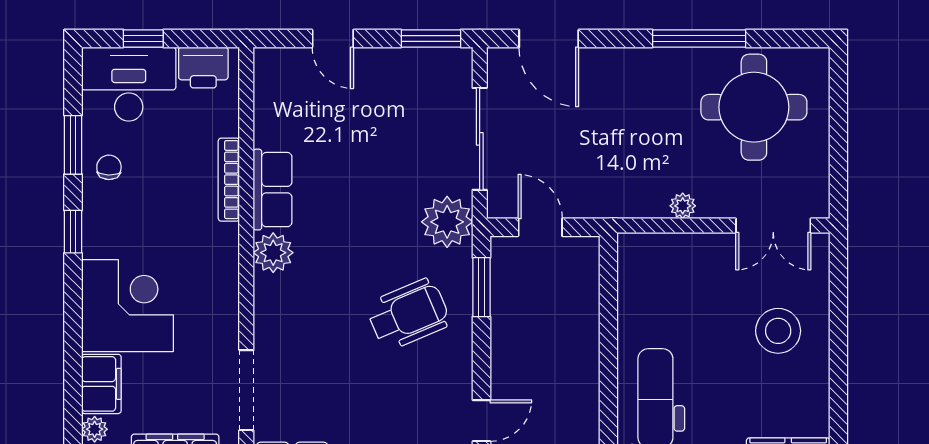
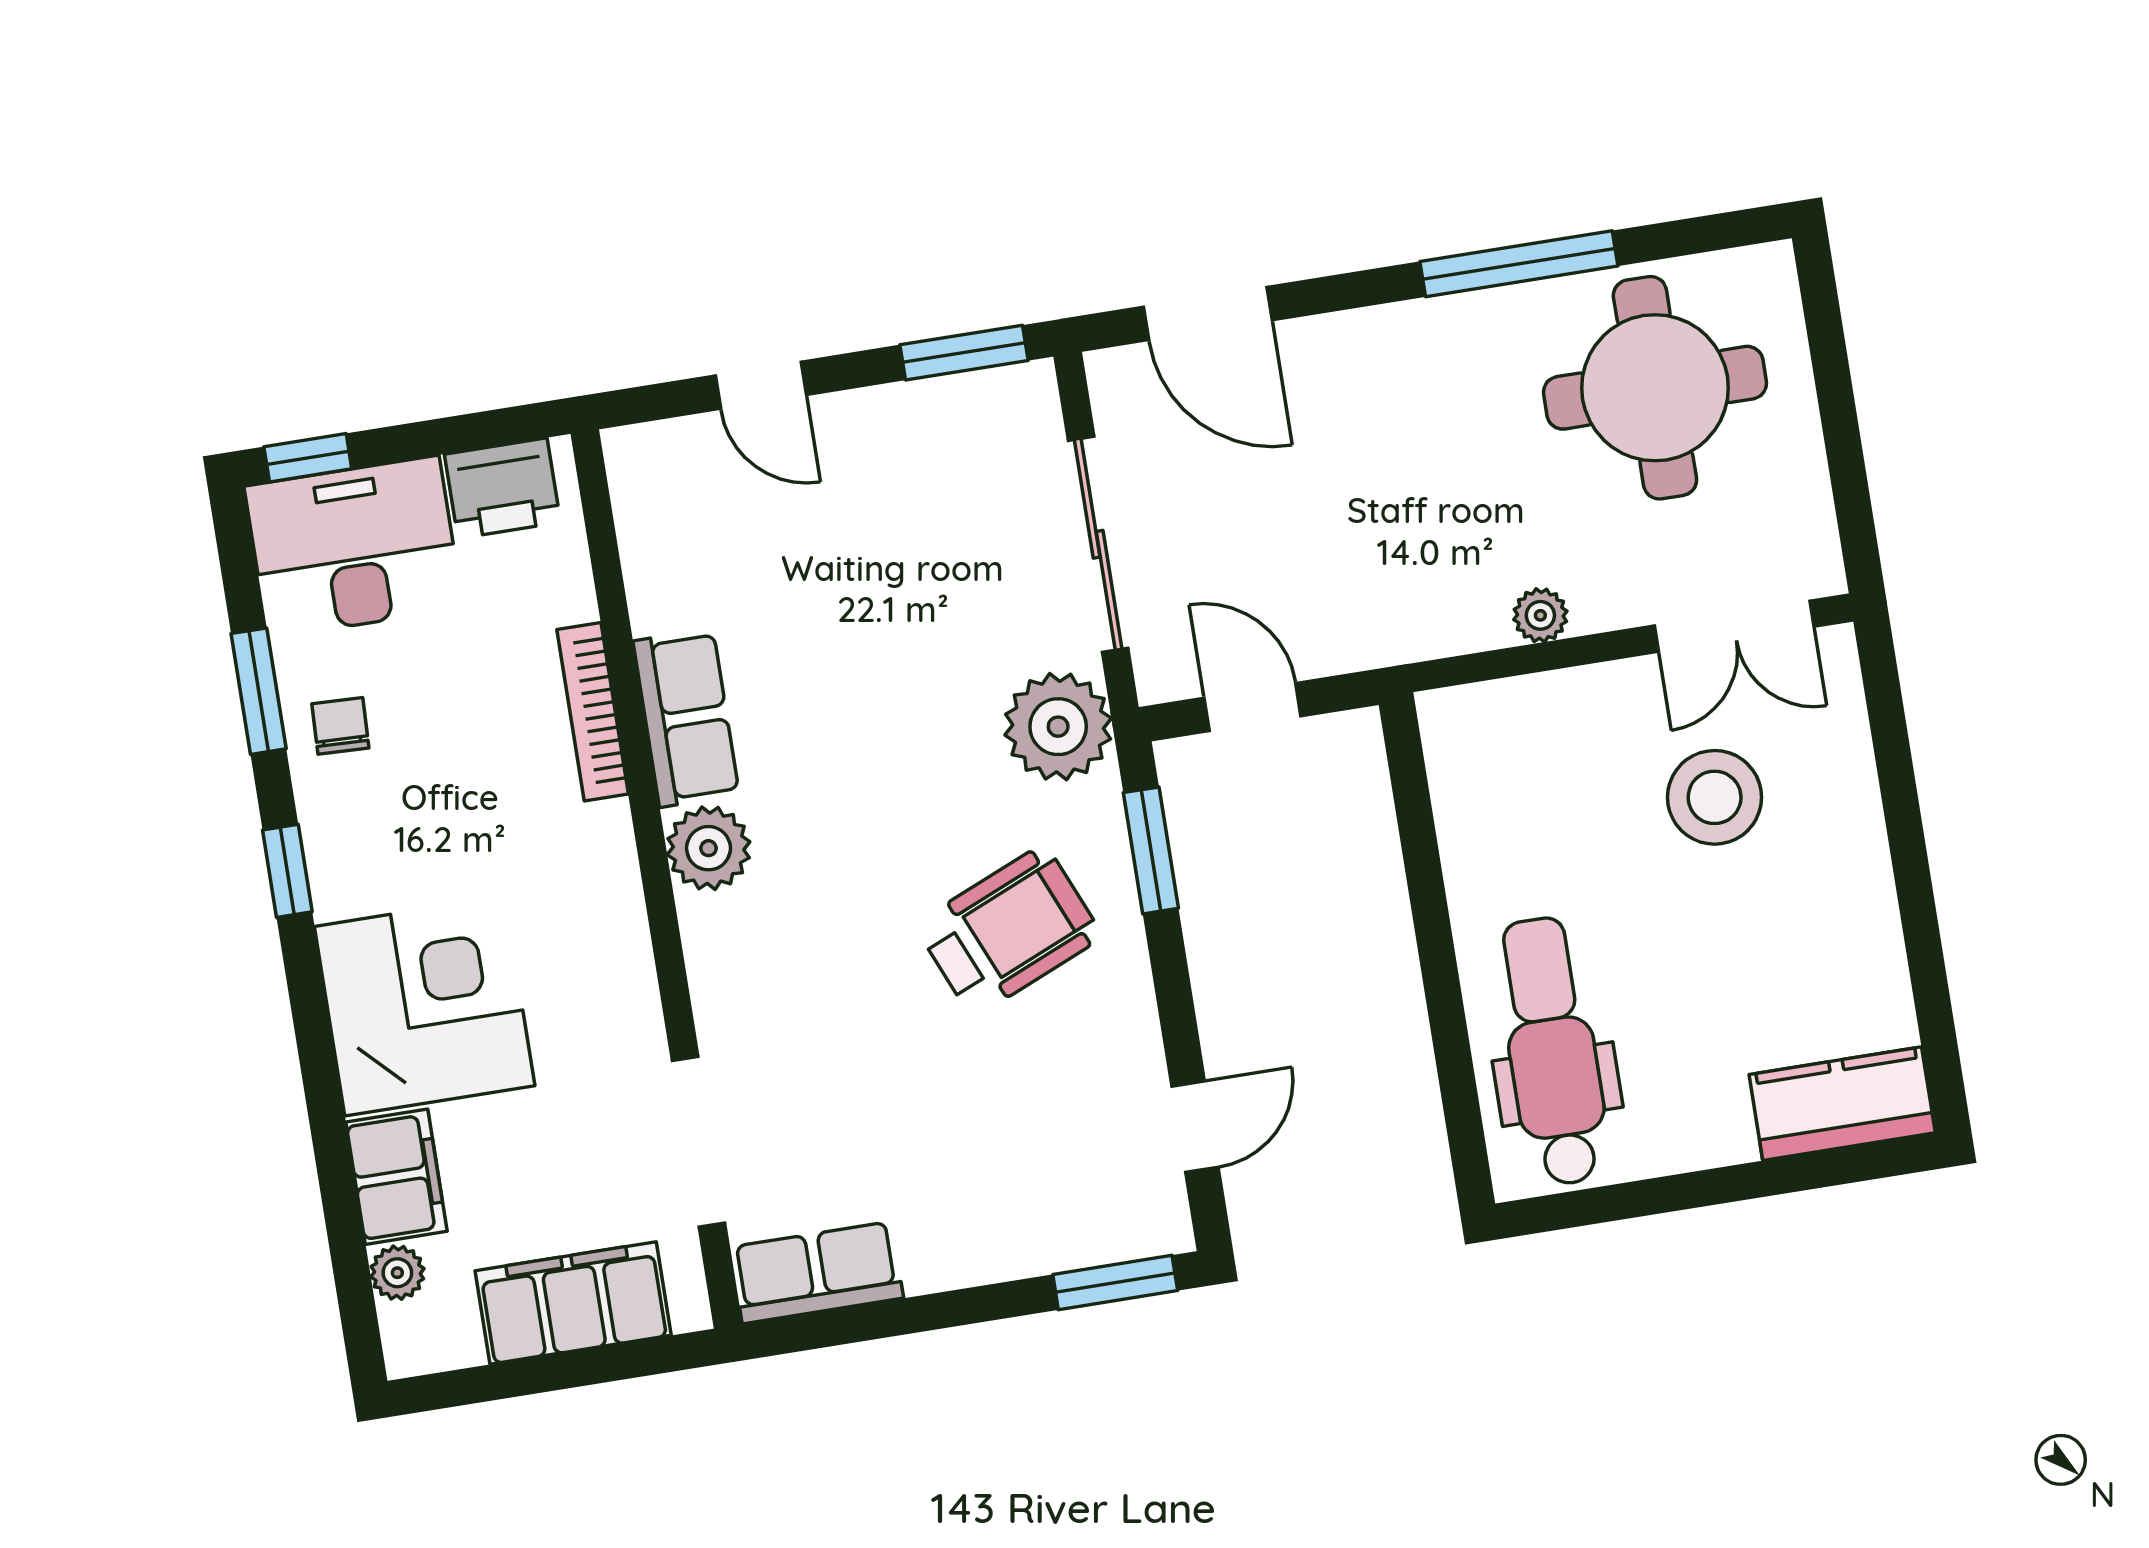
window: (143, 38) -> (308, 458), moved
stool: (778, 331) -> (1715, 797), moved

